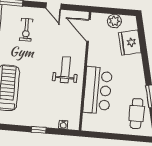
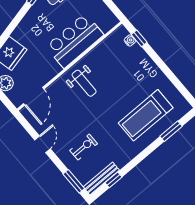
weight bench: (65, 70) -> (84, 83), turned -90
window: (39, 130) -> (139, 38), moved

